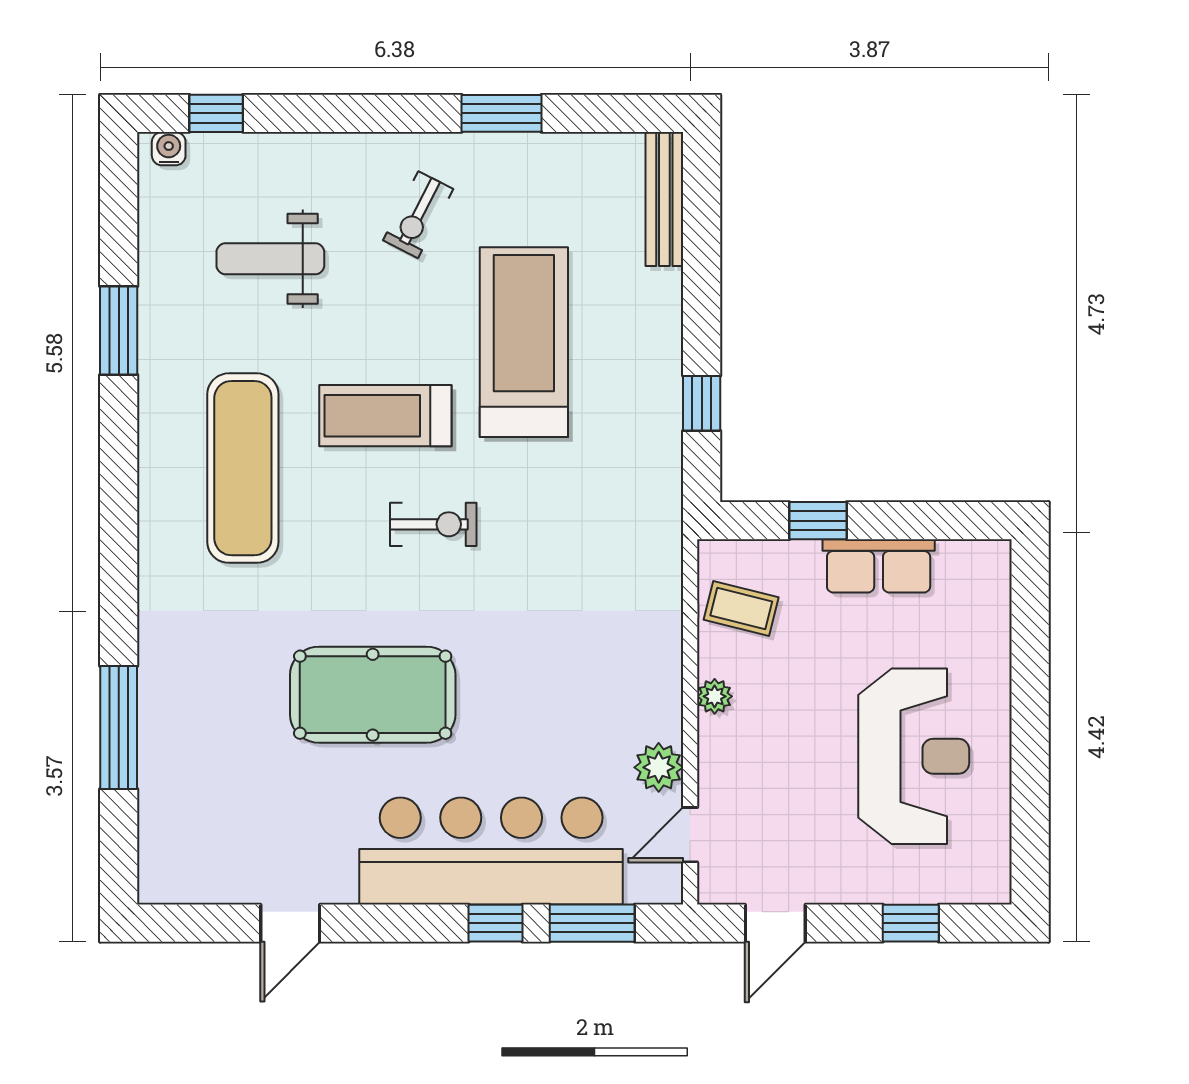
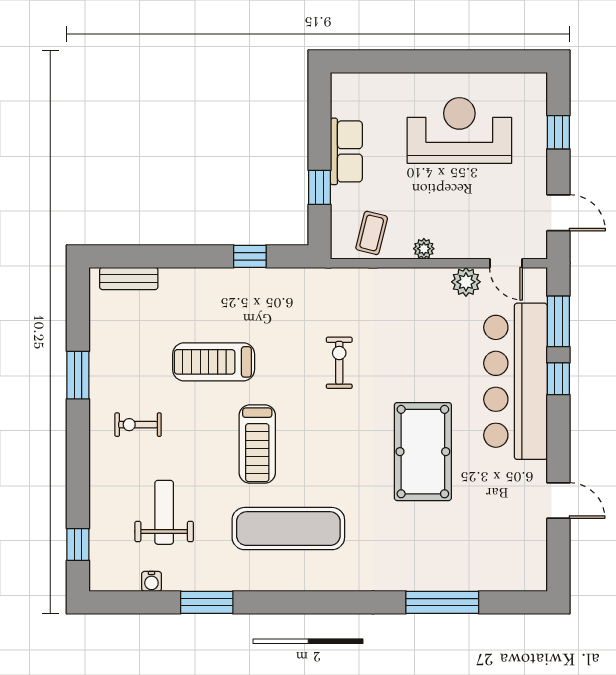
water cooler: (169, 149) -> (151, 581), moved, turned -90
bench: (664, 199) -> (129, 278), width x0.73
exercise bike: (418, 215) -> (138, 425), turned 153
weight bench: (270, 259) -> (164, 512), turned 180
treadmill: (524, 342) -> (214, 362), width x0.73, depth x0.73
exercise bike: (433, 524) -> (339, 363), moved

